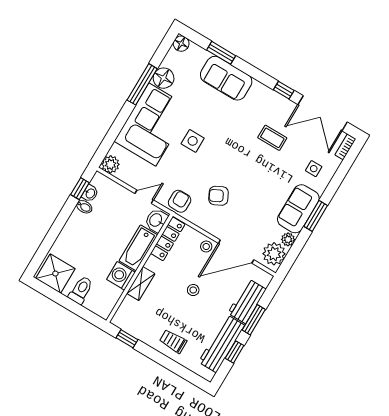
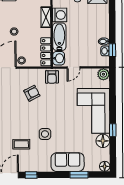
window: (142, 84) -> (113, 130), width x0.46
side table: (193, 141) -> (45, 134), moved

